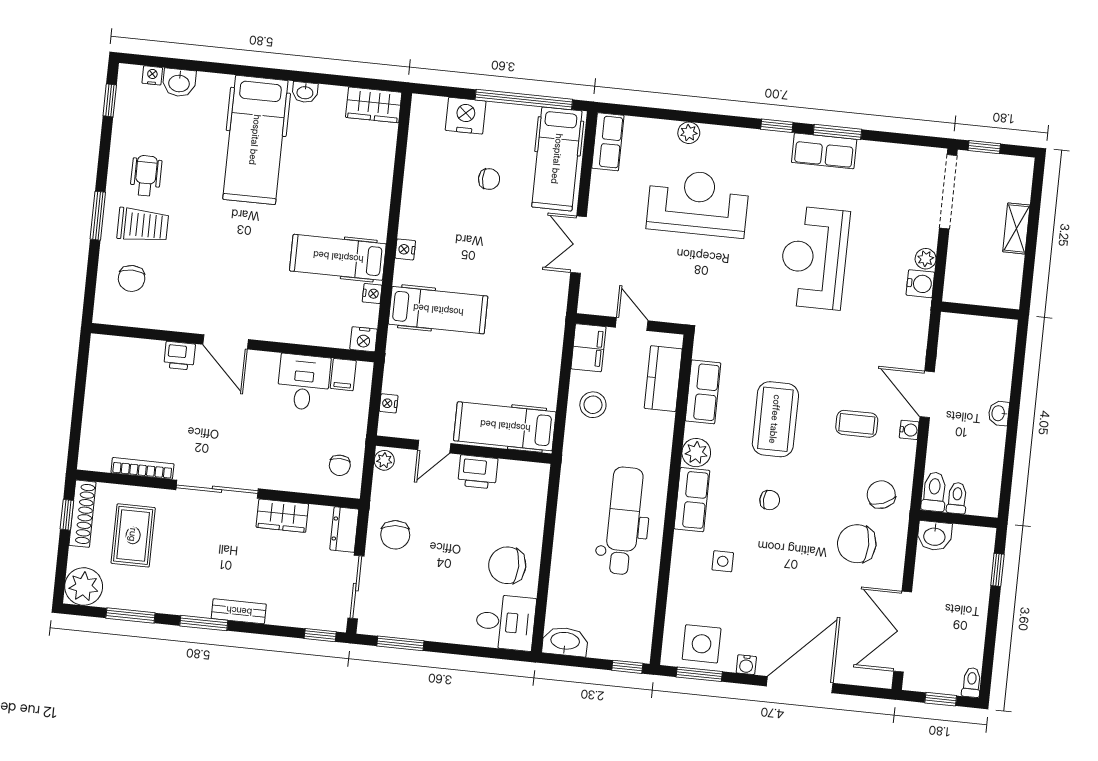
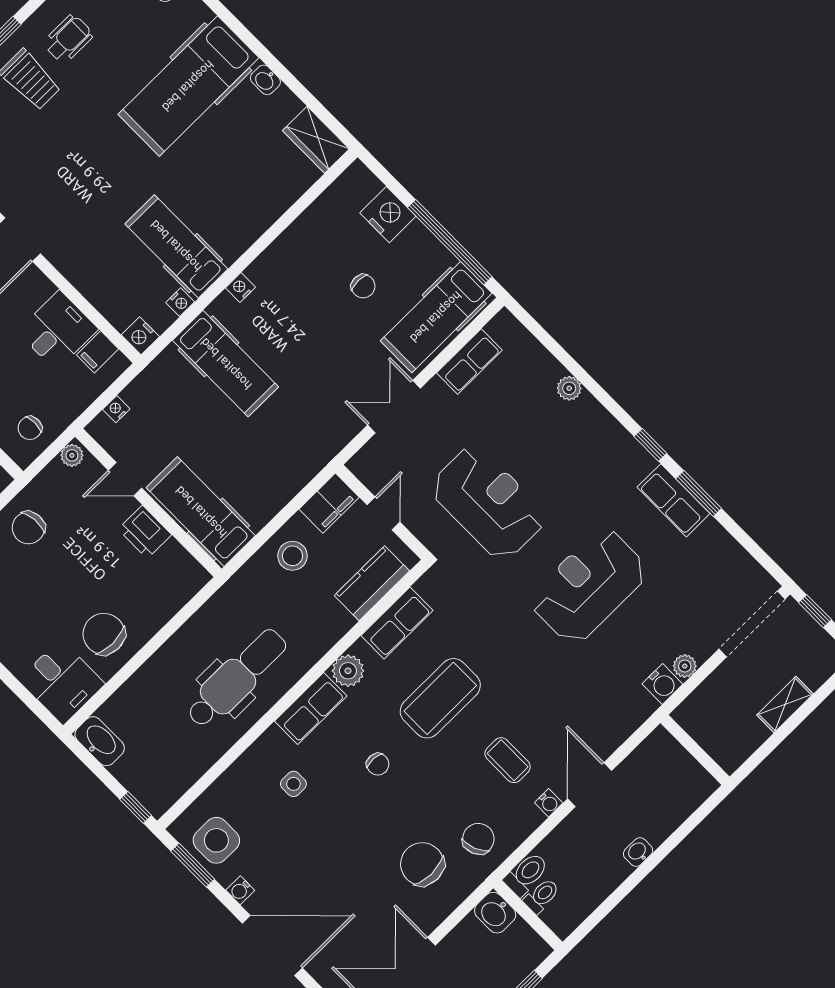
row of seats: (608, 142) -> (469, 361), moved
reception desk: (698, 203) -> (488, 503), moved

